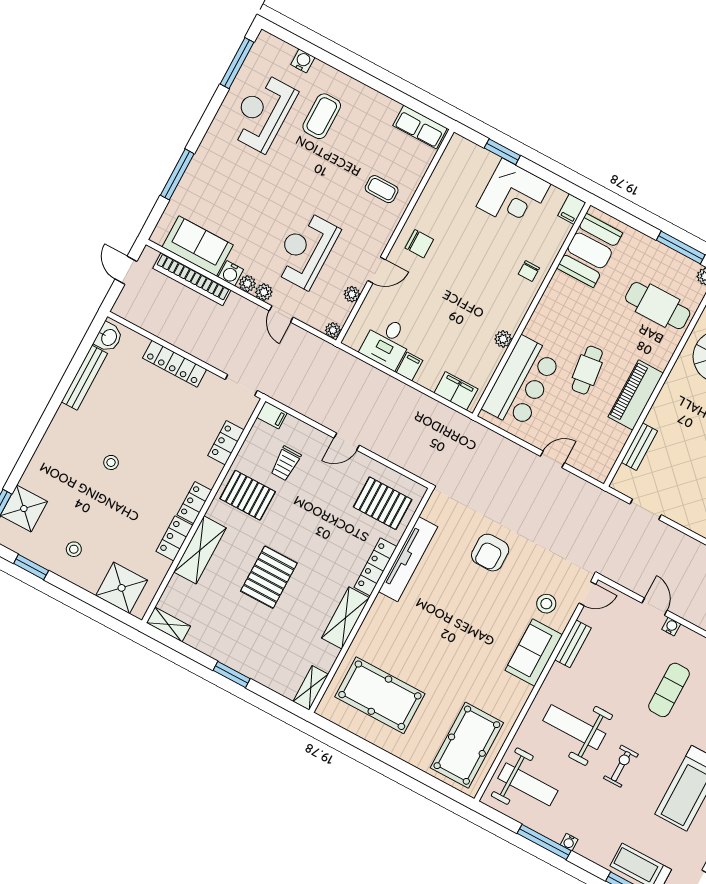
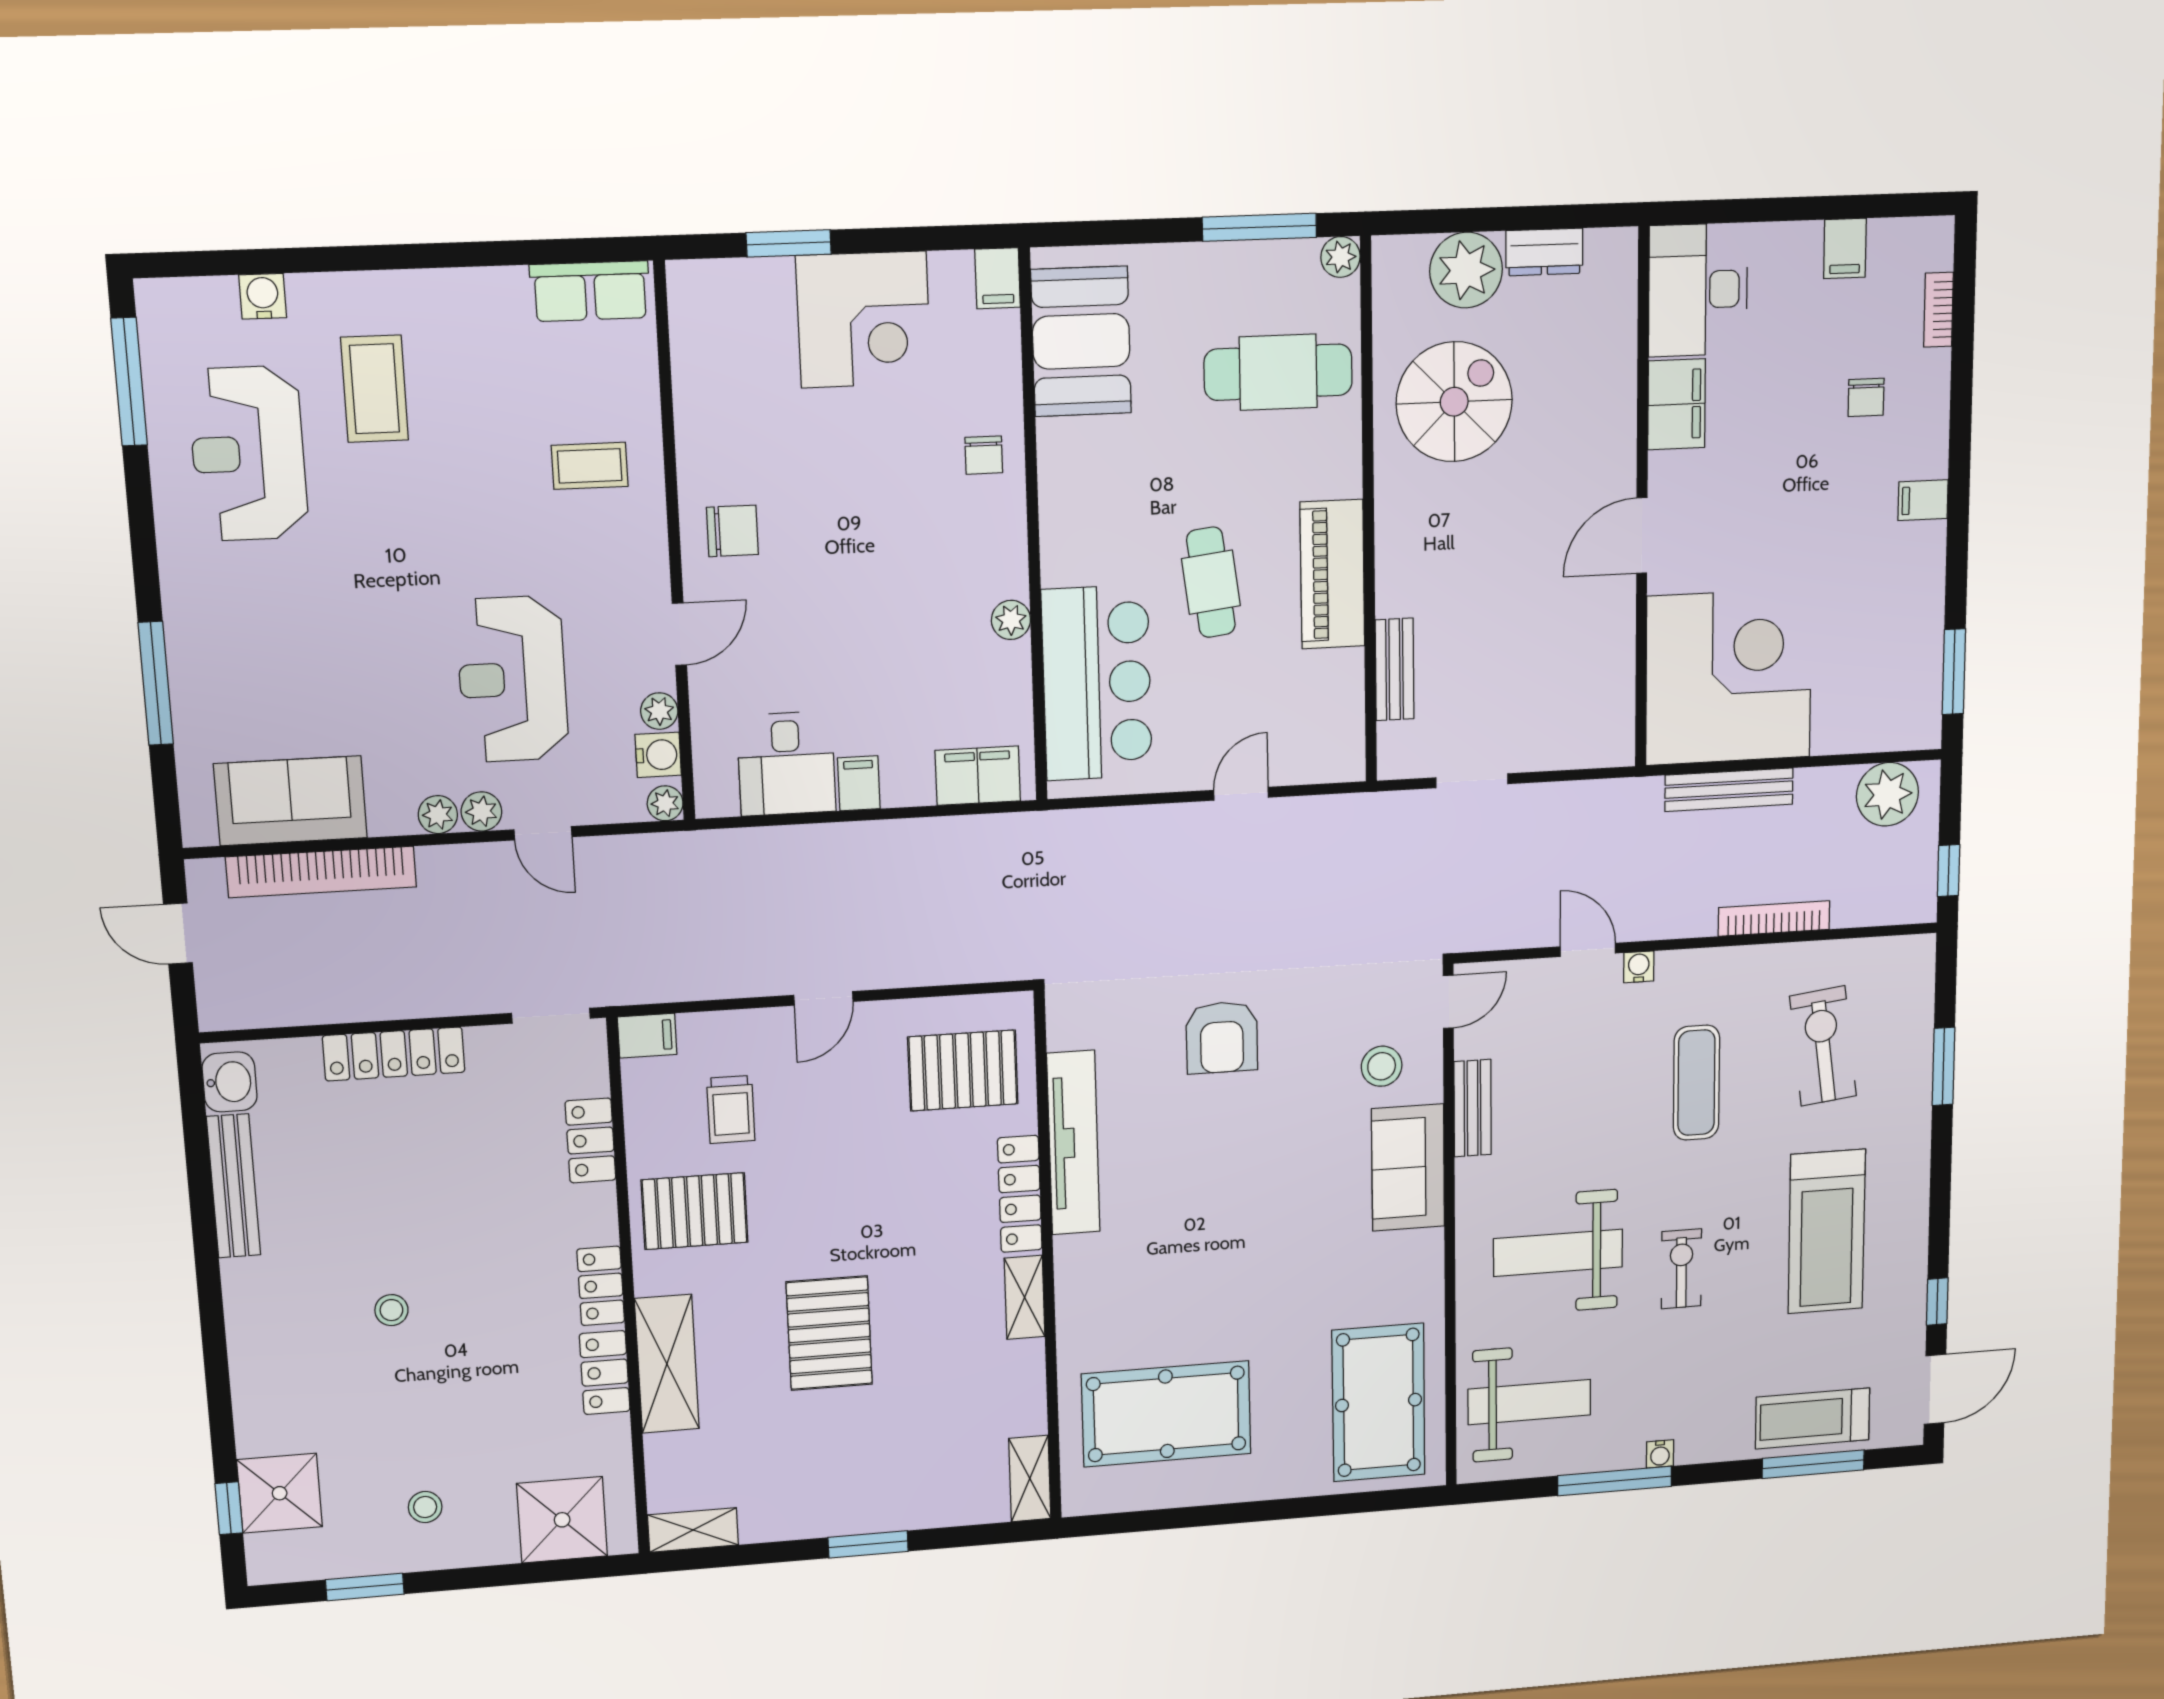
water cooler: (231, 273) -> (658, 755), moved, turned -90
shelving: (345, 618) -> (1025, 1297), width x0.67, depth x0.75

